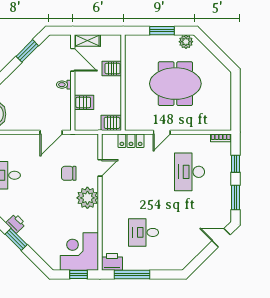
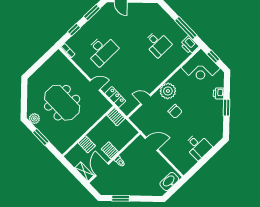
server rack: (84, 102) -> (110, 150), moved
chair: (69, 173) -> (175, 111), moved
printer: (16, 223) -> (219, 93), moved

